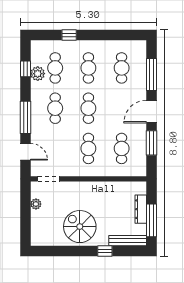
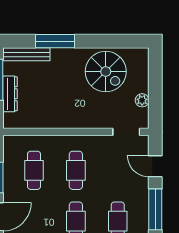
spiral stairs: (80, 227) -> (106, 72), moved
window: (105, 251) -> (55, 41), width x2.17

